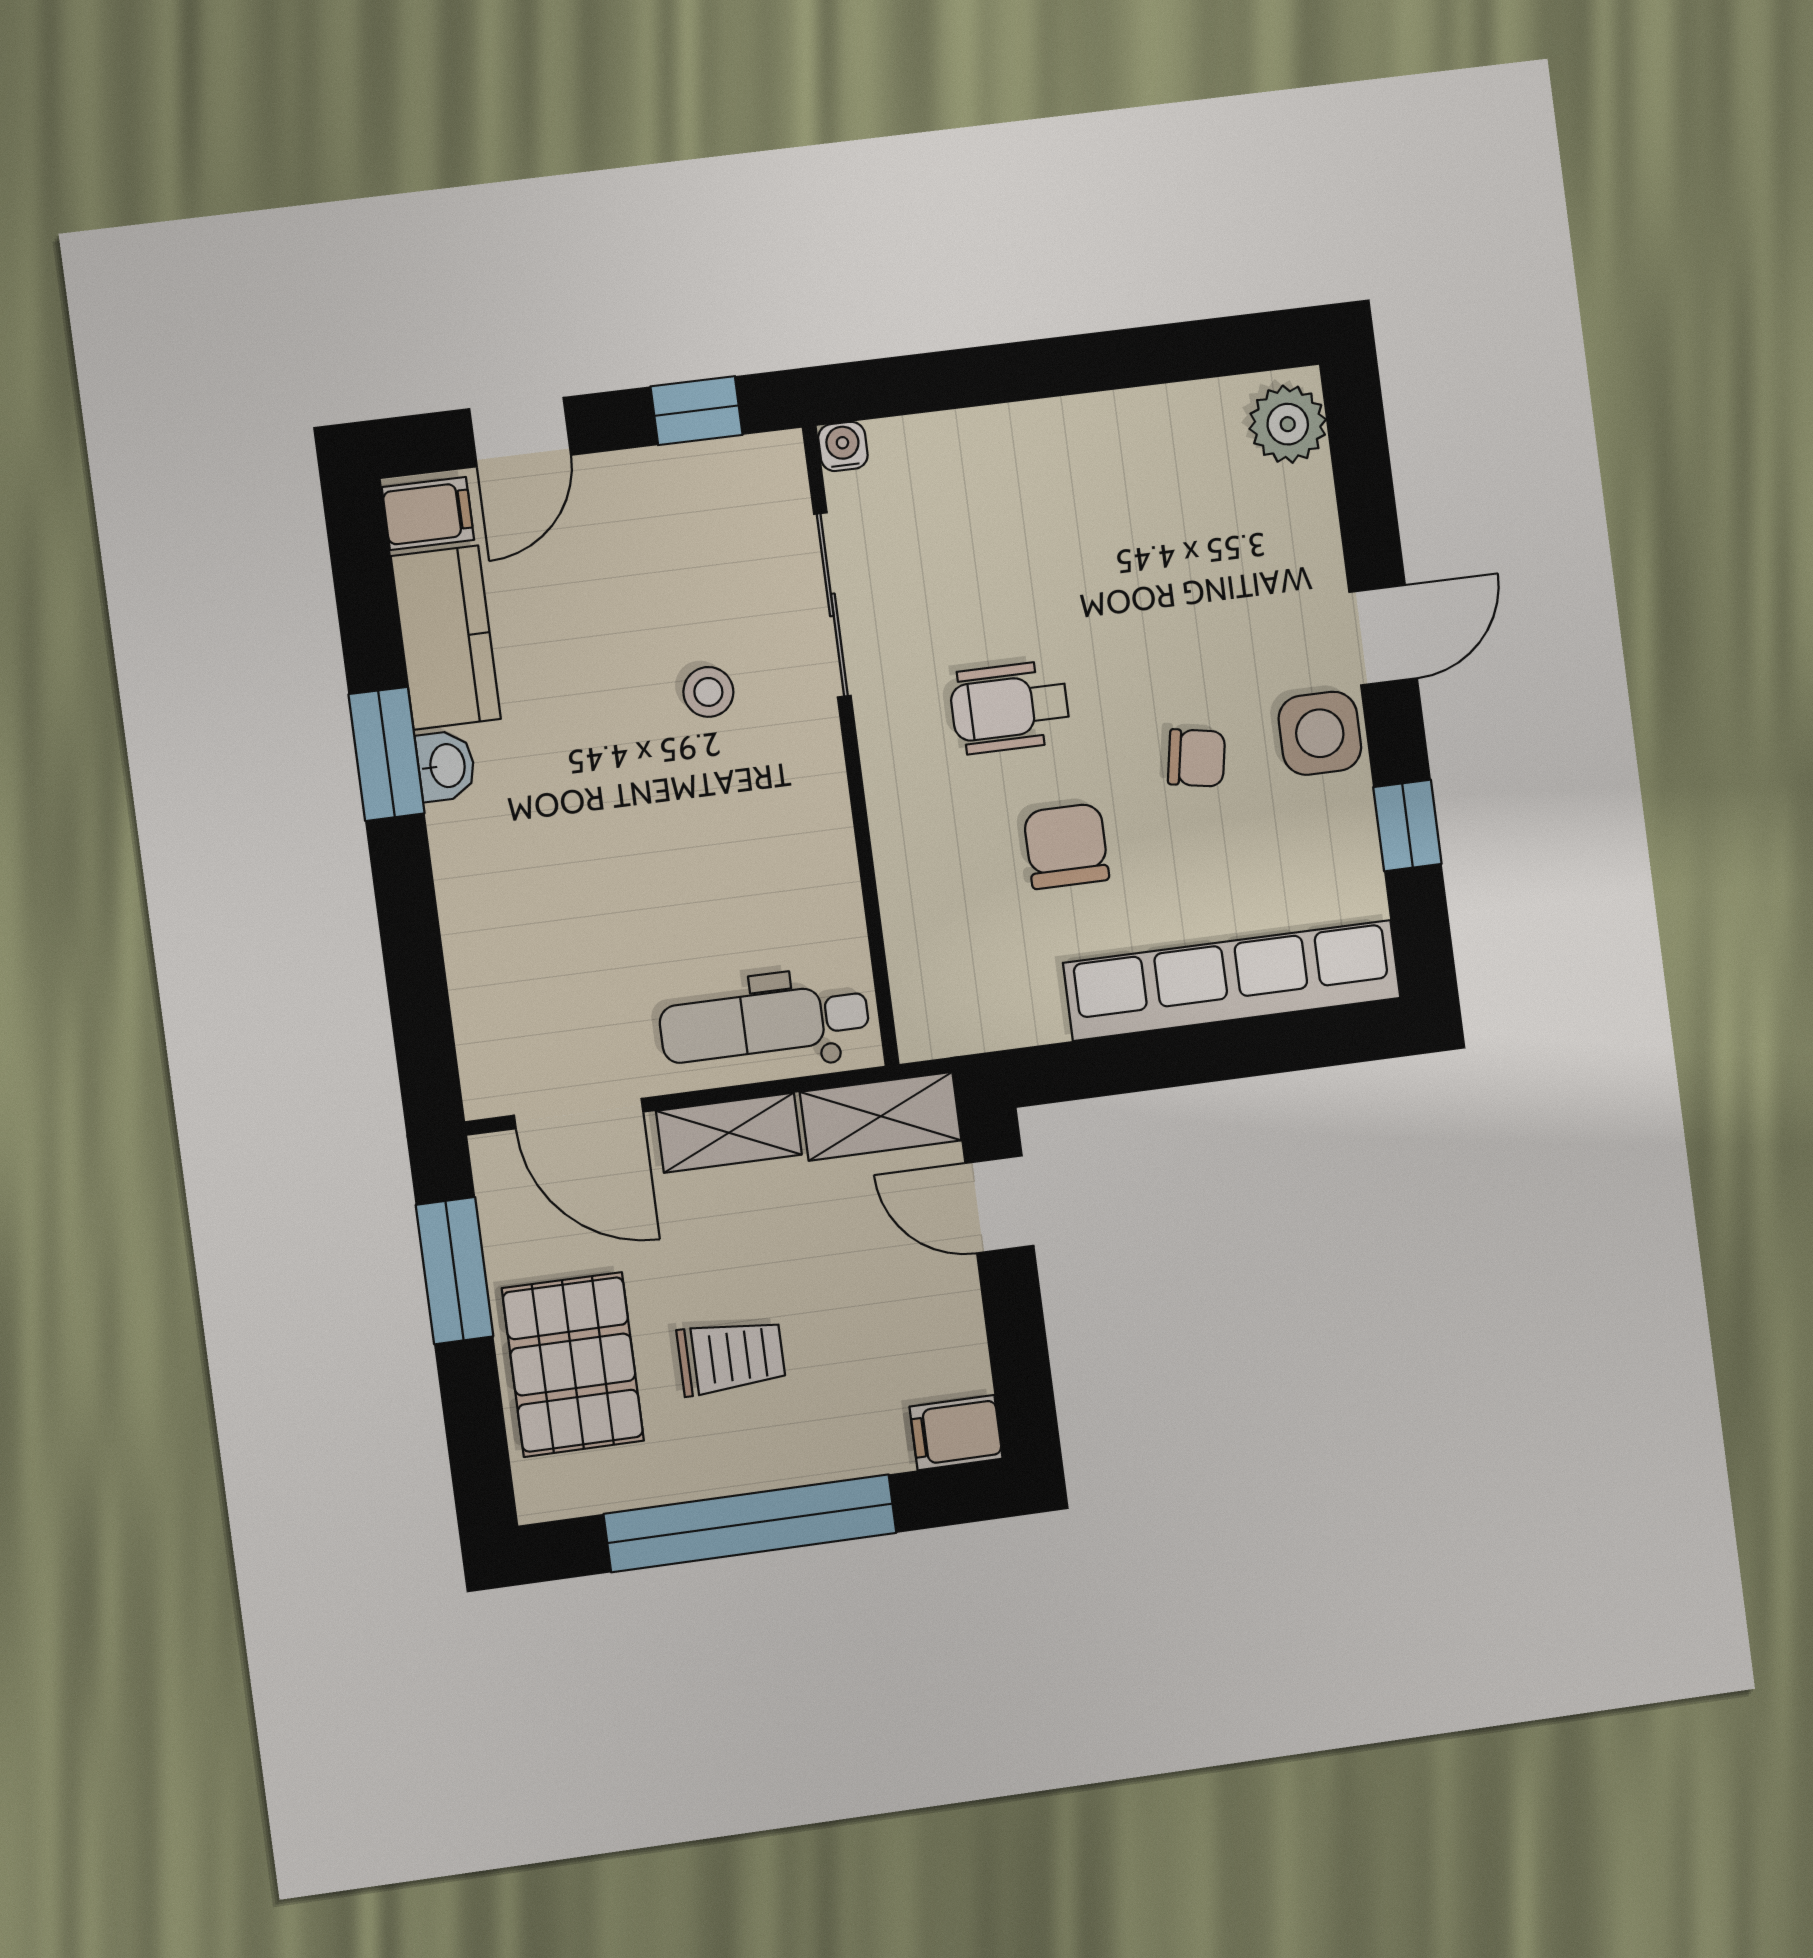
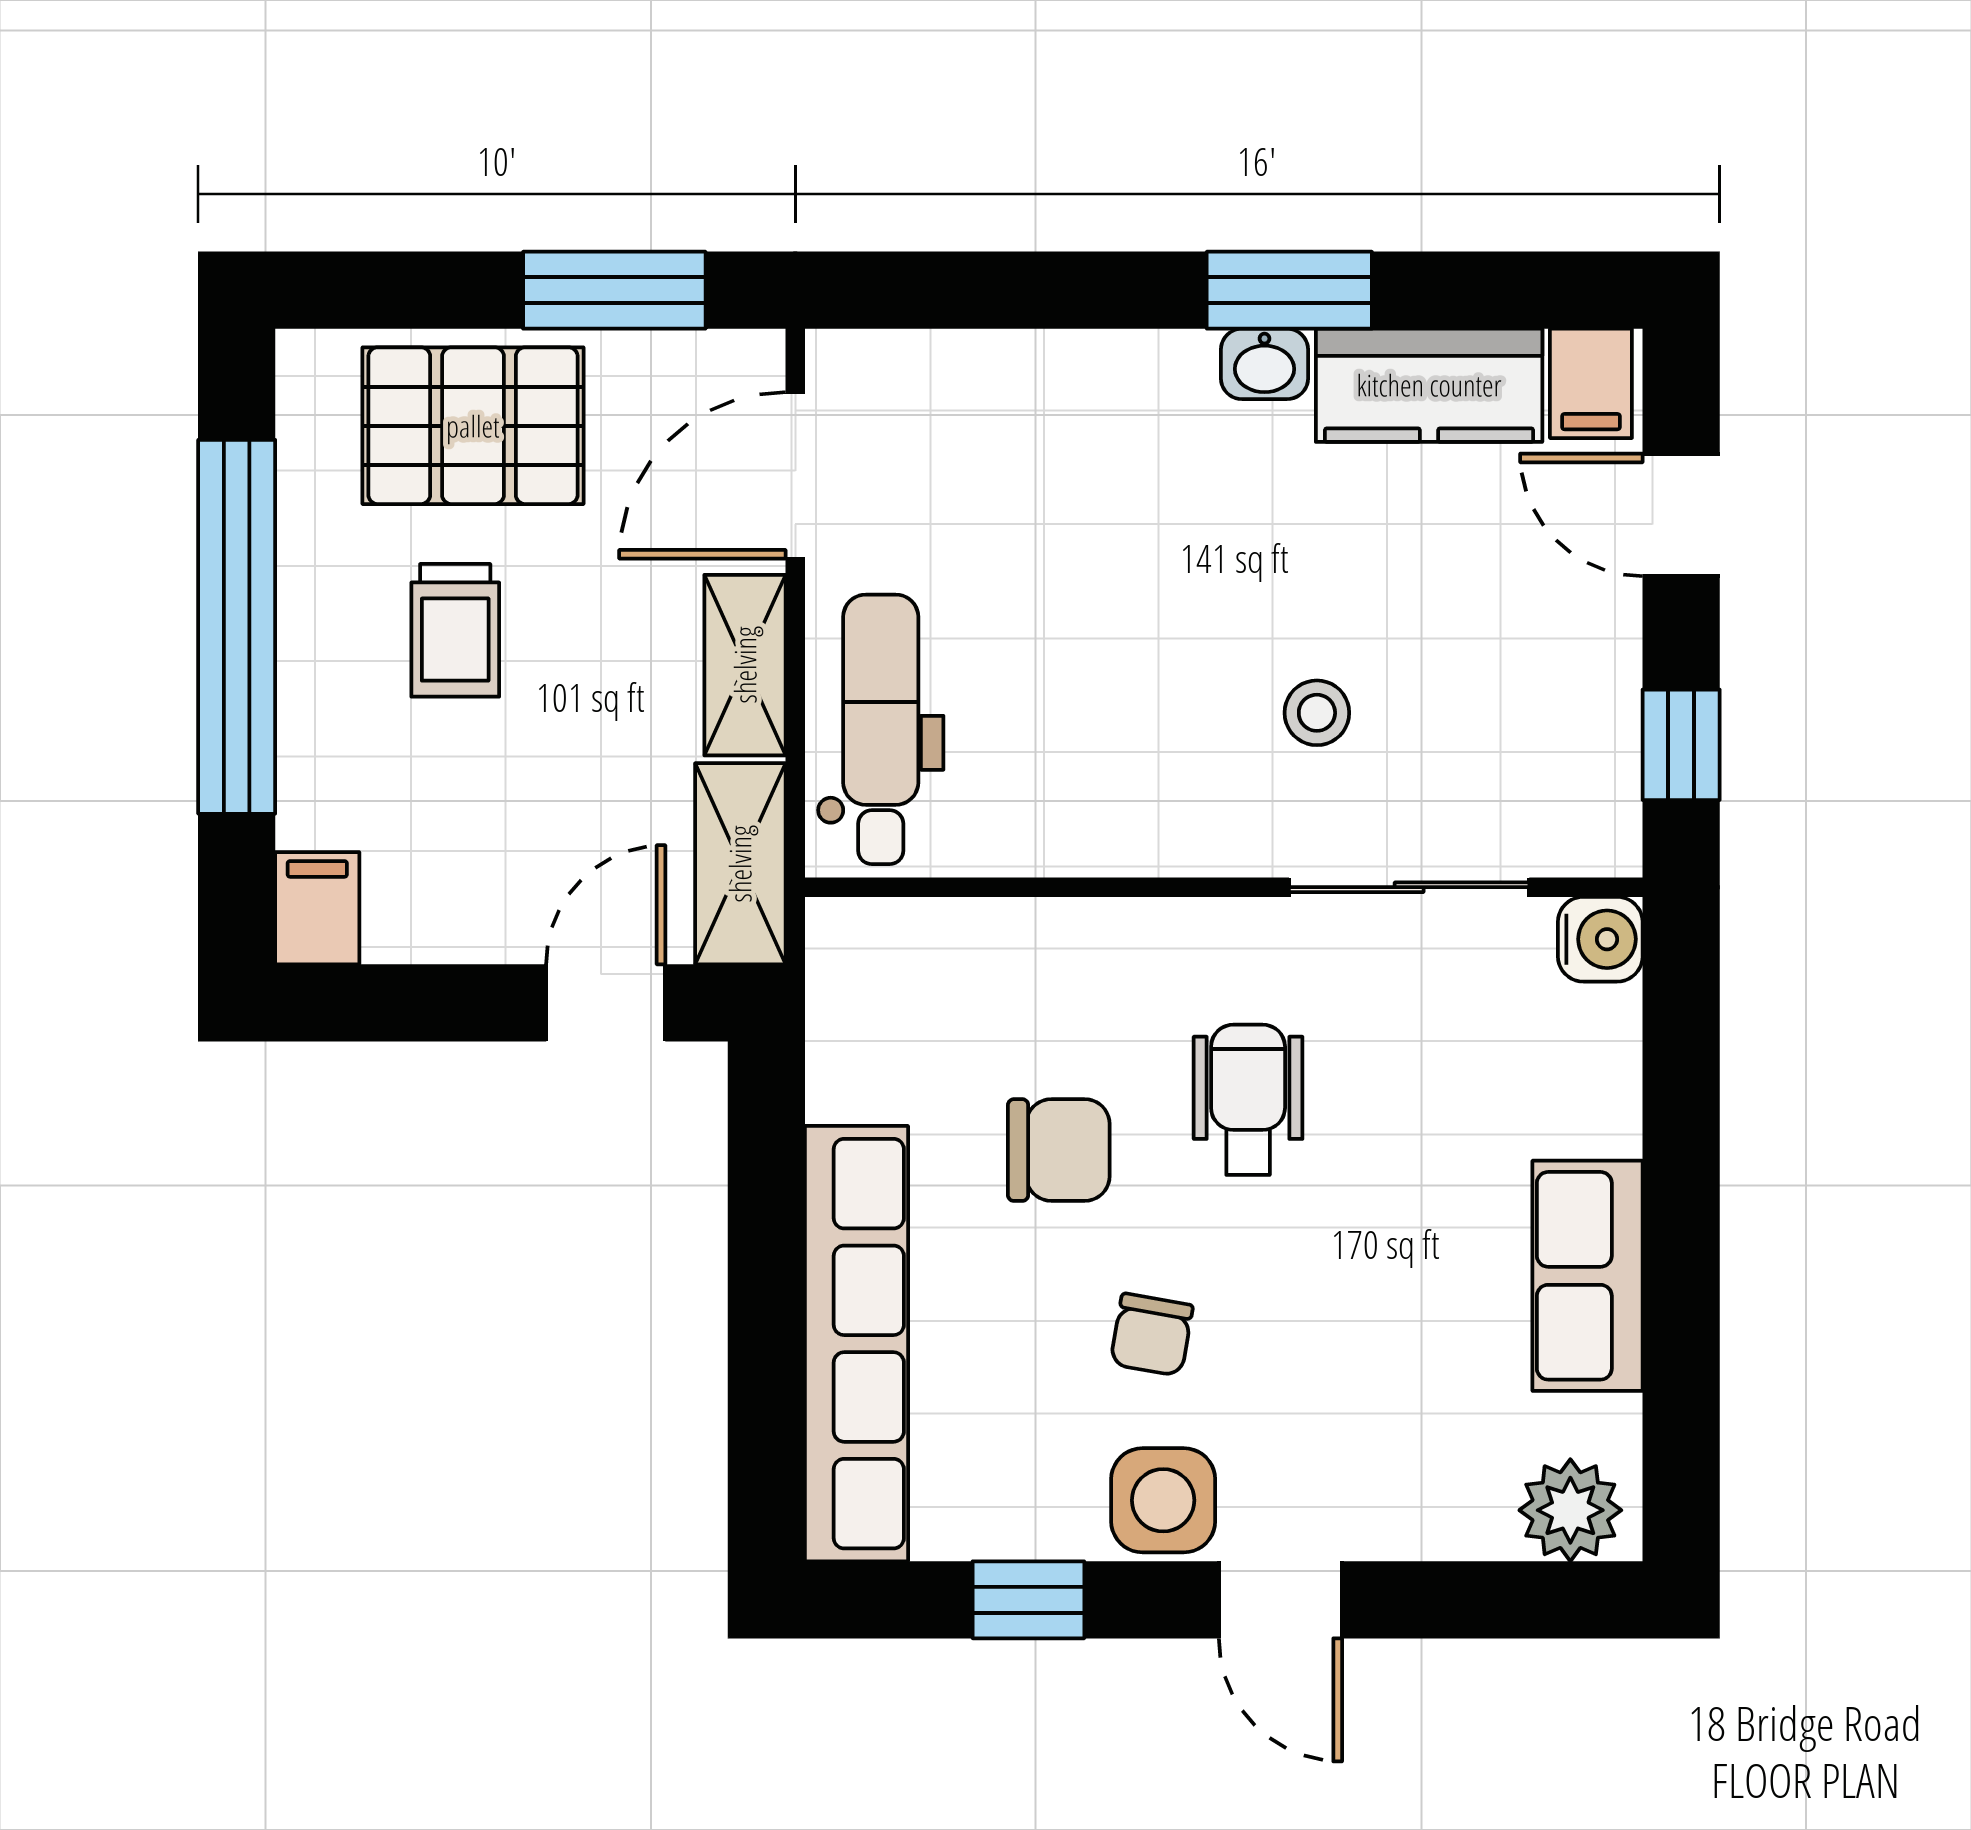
row of seats: (1109, 433) -> (1588, 1276), added
water cooler: (843, 446) -> (1600, 939), width x1.38, depth x1.38

